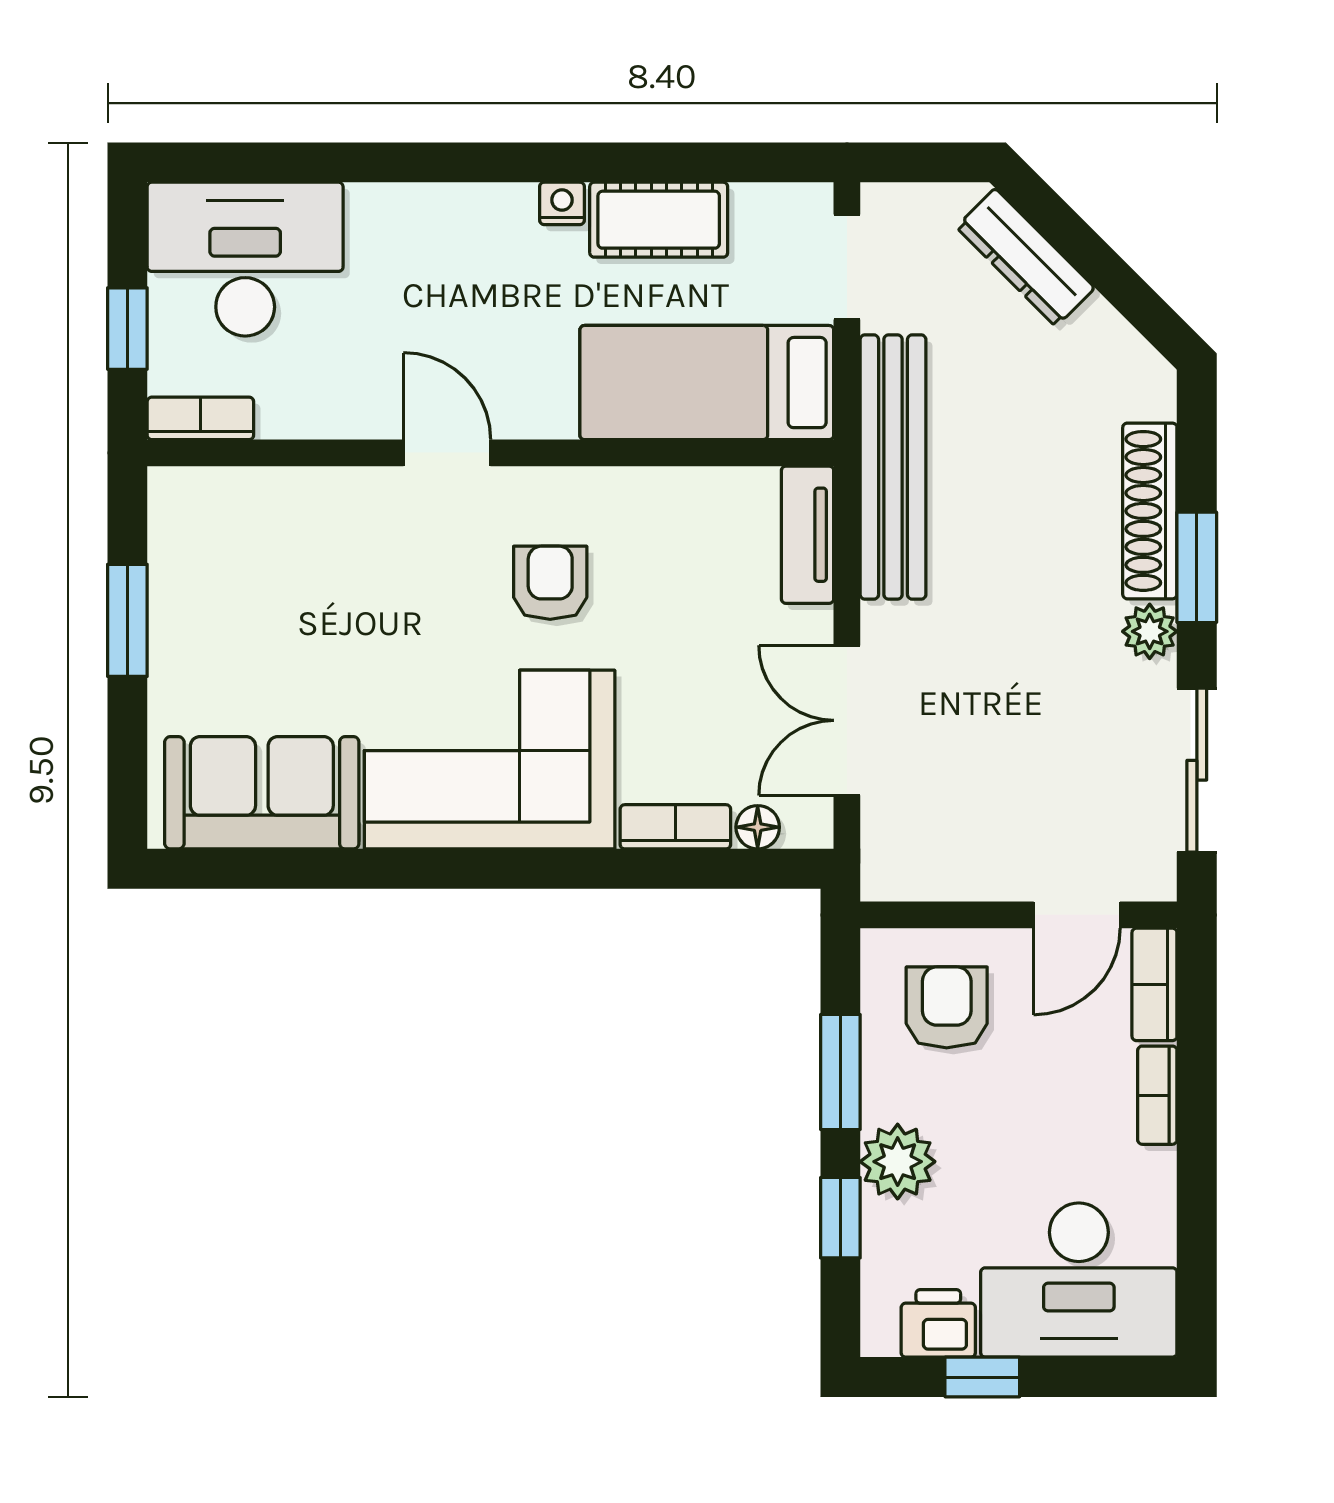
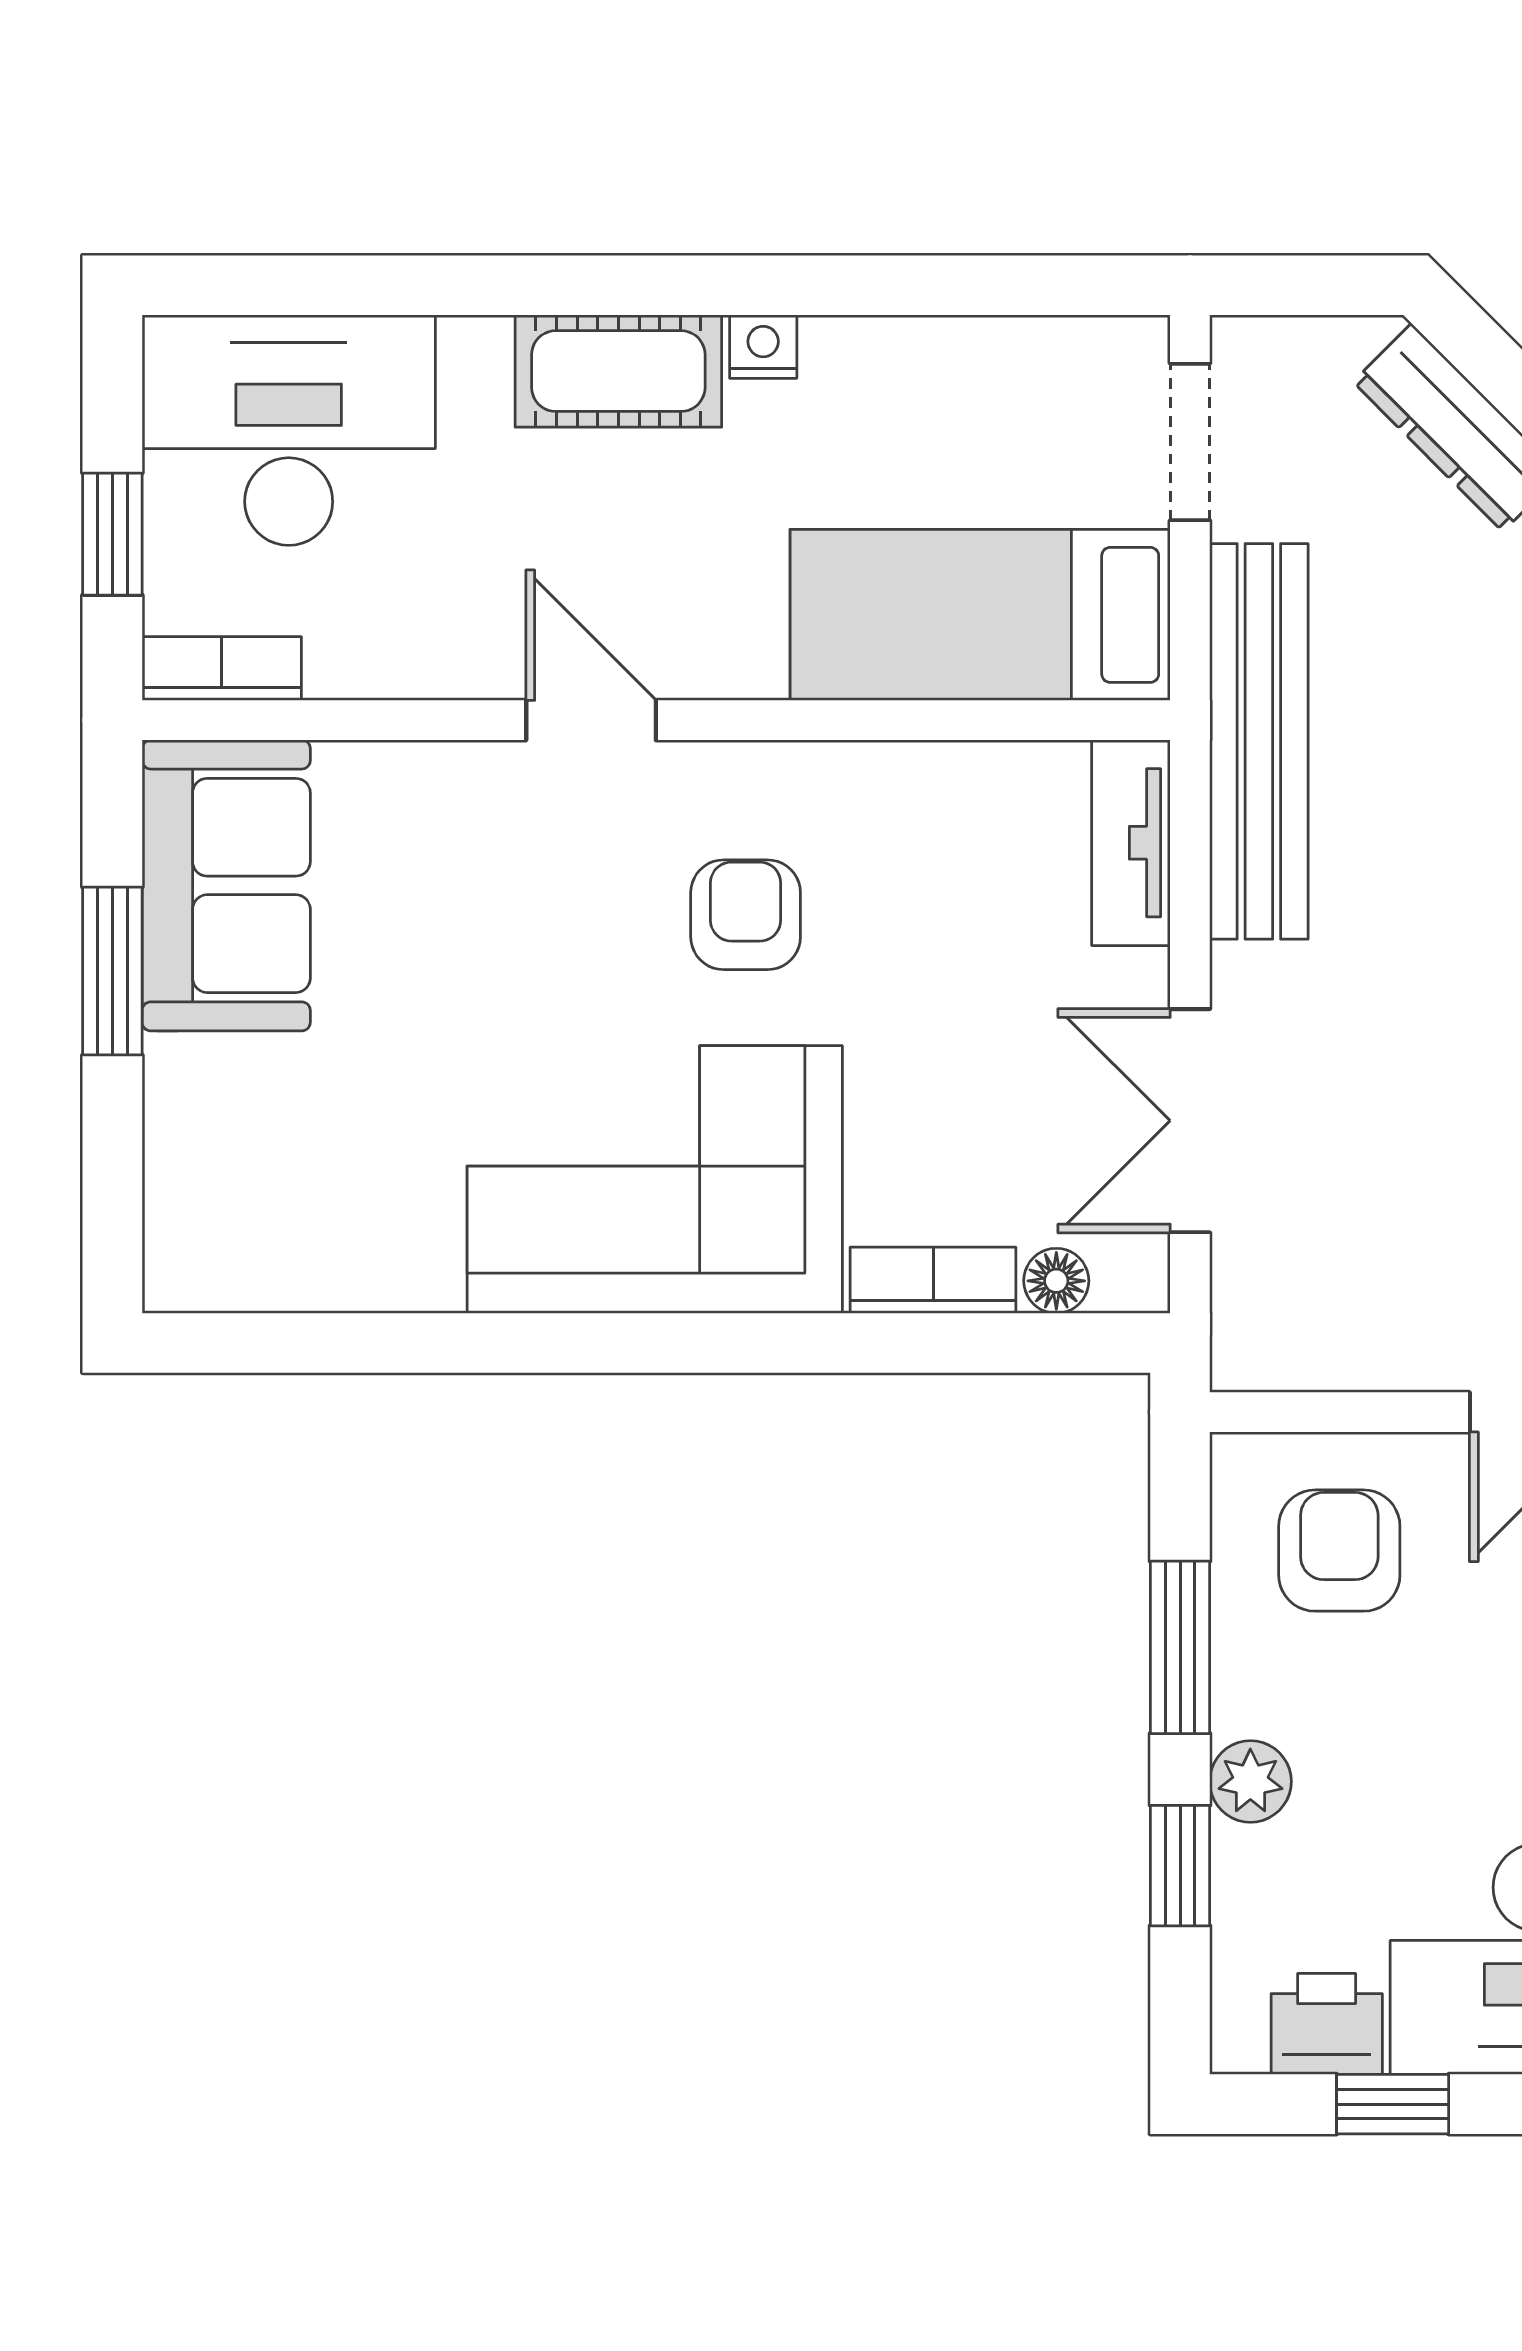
cot: (659, 220) -> (618, 371), moved
sofa: (262, 793) -> (226, 885), moved, turned 90
plant: (898, 1162) -> (1250, 1781), width x0.73, depth x0.73

